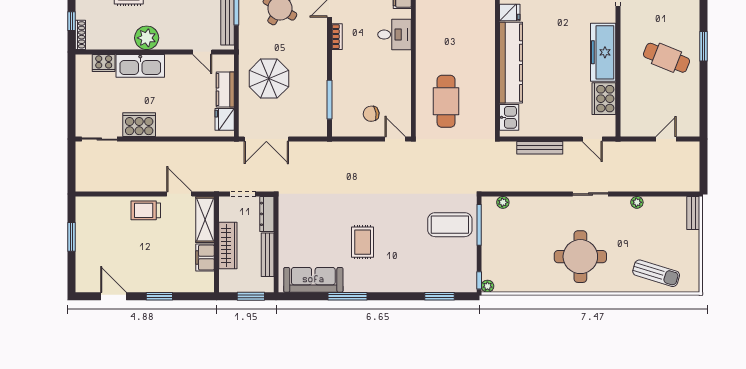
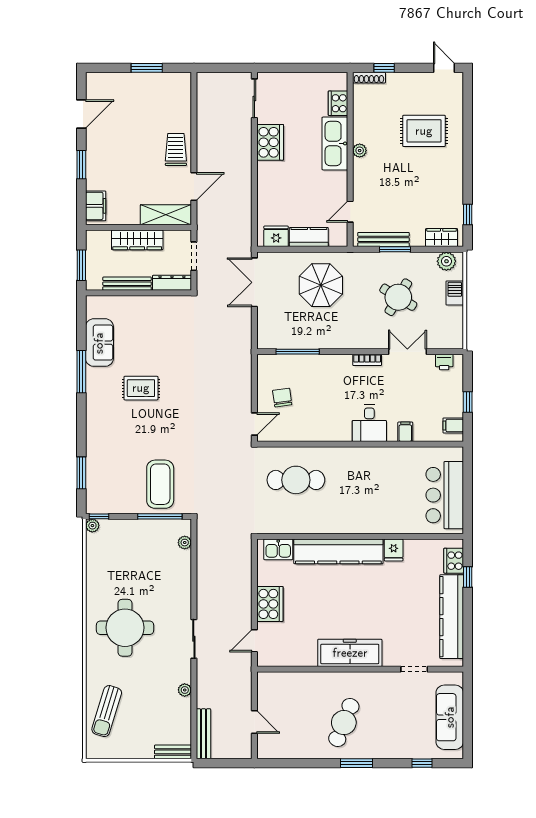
plant: (147, 38) -> (360, 151), width x0.53, depth x0.53
cooker: (604, 99) -> (270, 604), moved, turned 90
bench: (540, 148) -> (203, 734), moved
filing cabinet: (205, 258) -> (96, 206), moved, turned 90
sofa: (313, 280) -> (99, 343), width x0.73

